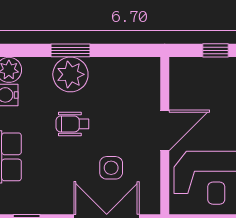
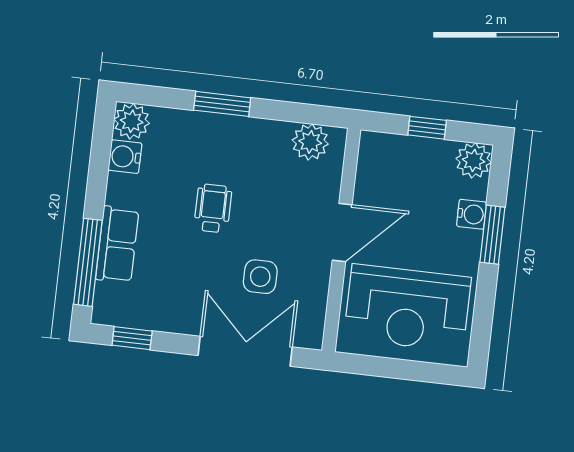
plant: (70, 74) -> (310, 142), moved, width x0.73, depth x0.73
wheelchair: (72, 124) -> (213, 208), turned 90

